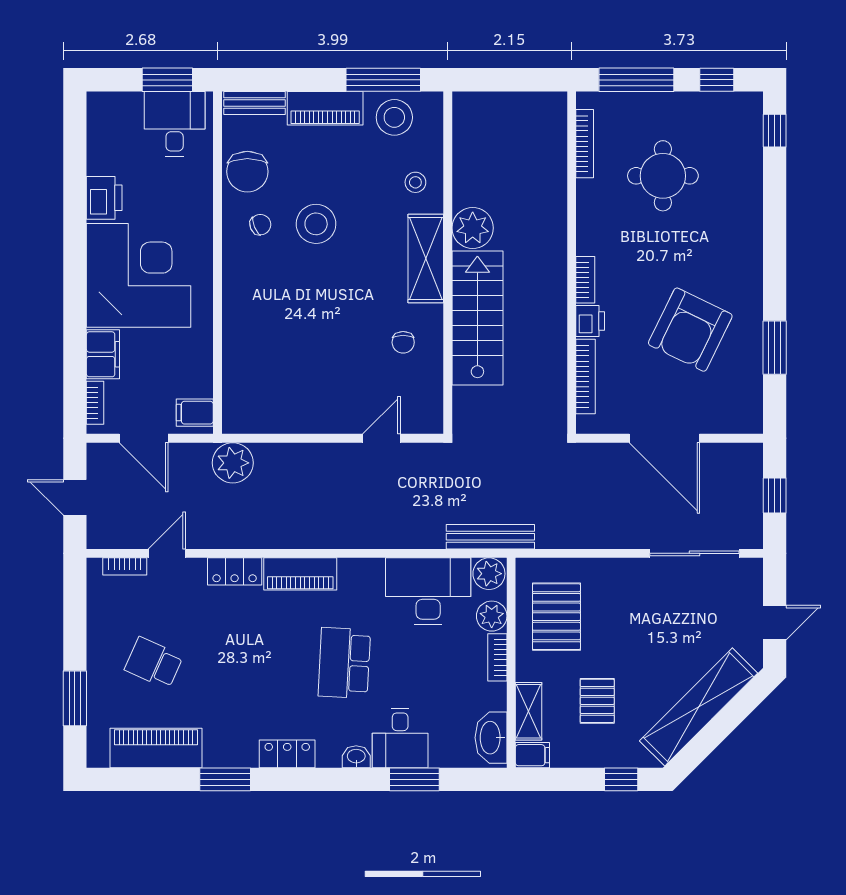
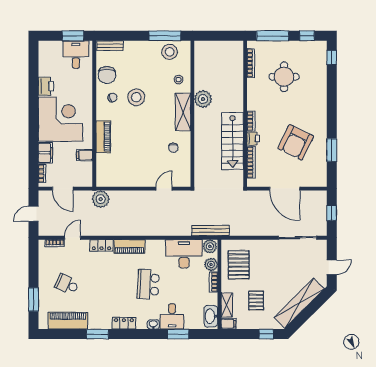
piano: (325, 108) -> (103, 137), moved, turned -90
stairs: (477, 318) -> (233, 141), moved, turned 180
filing cabinet: (195, 413) -> (85, 155), moved
door: (75, 497) -> (33, 214), hinge flipped

